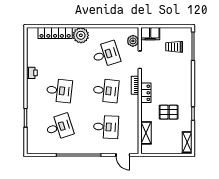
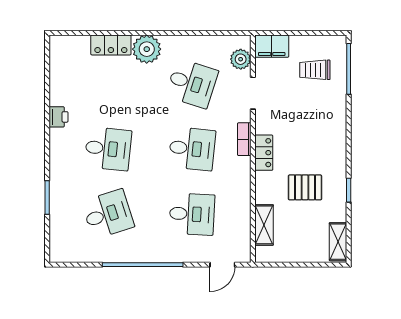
locker: (55, 33) -> (111, 45), width x0.66
desk: (106, 54) -> (192, 83), turned 36
door: (123, 155) -> (222, 265), hinge flipped

